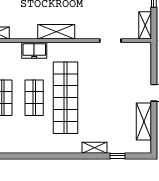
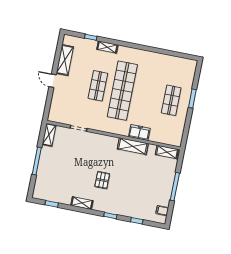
shelving: (56, 32) -> (133, 146), moved
shop shelf: (34, 98) -> (98, 86), moved

